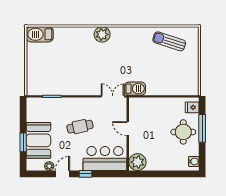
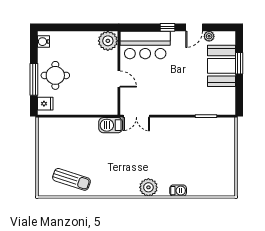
barbecue: (40, 34) -> (178, 191), moved, width x0.53, depth x0.65
cafe table: (80, 127) -> (174, 82), removed

